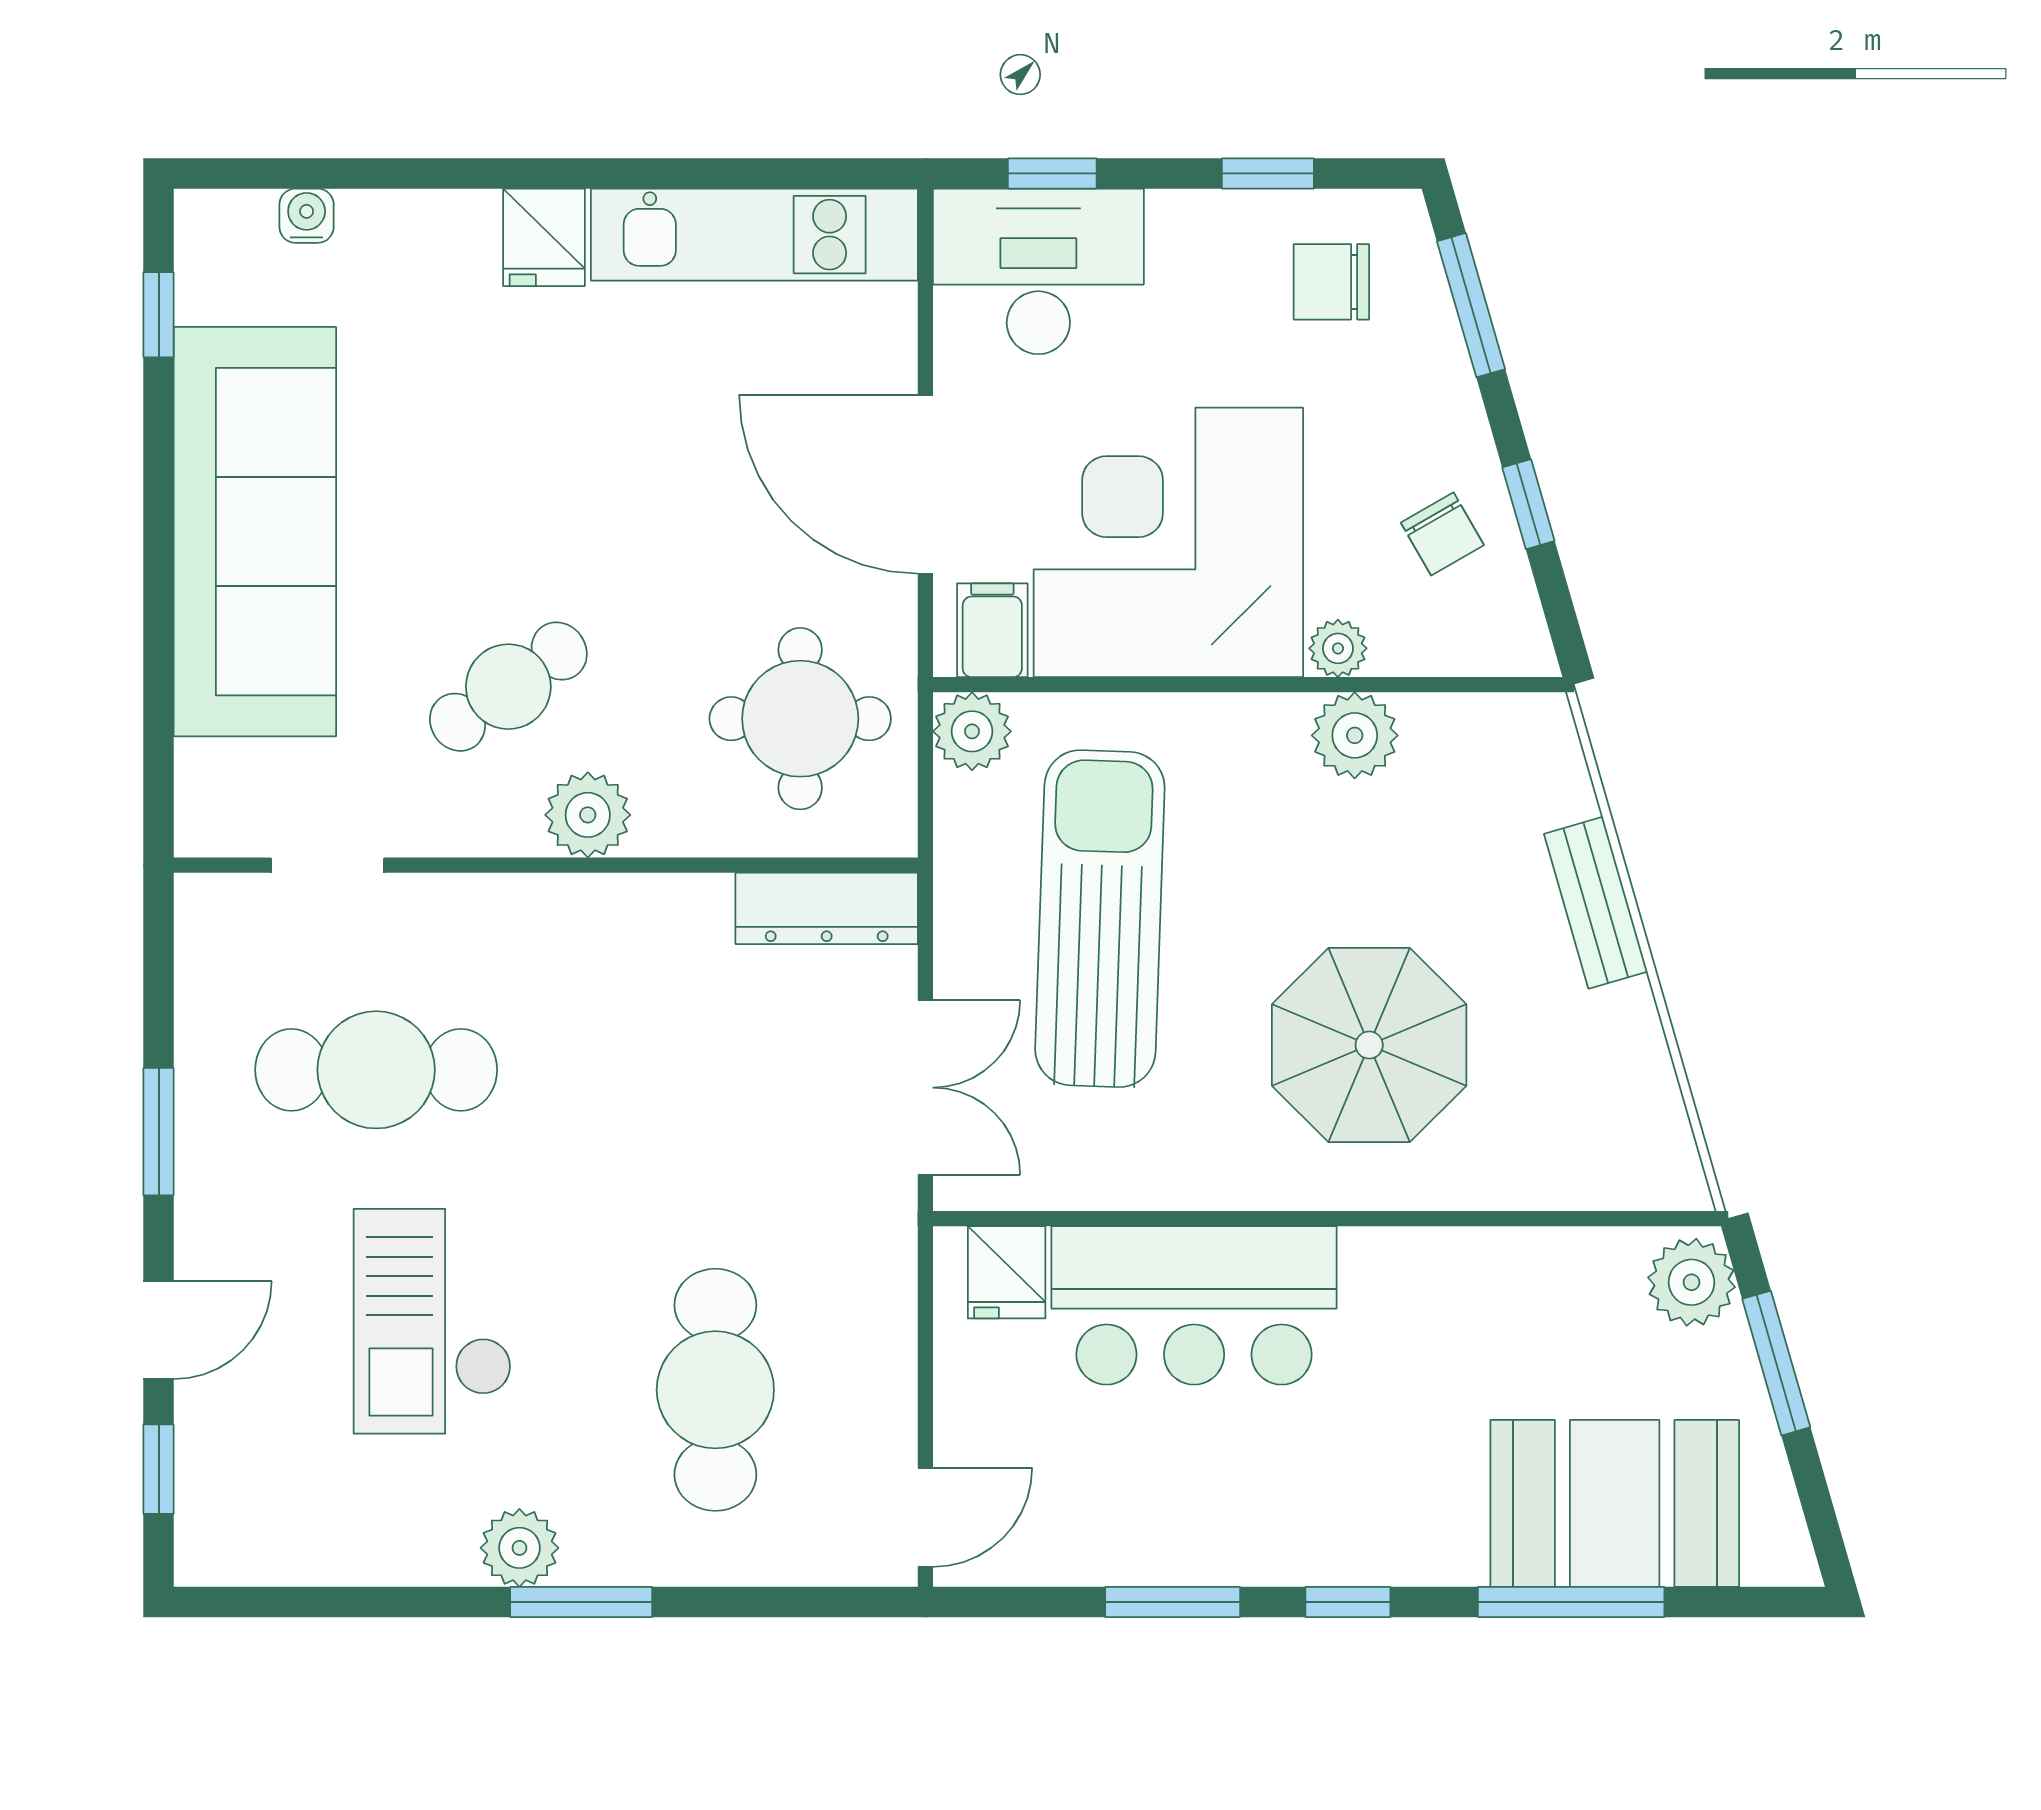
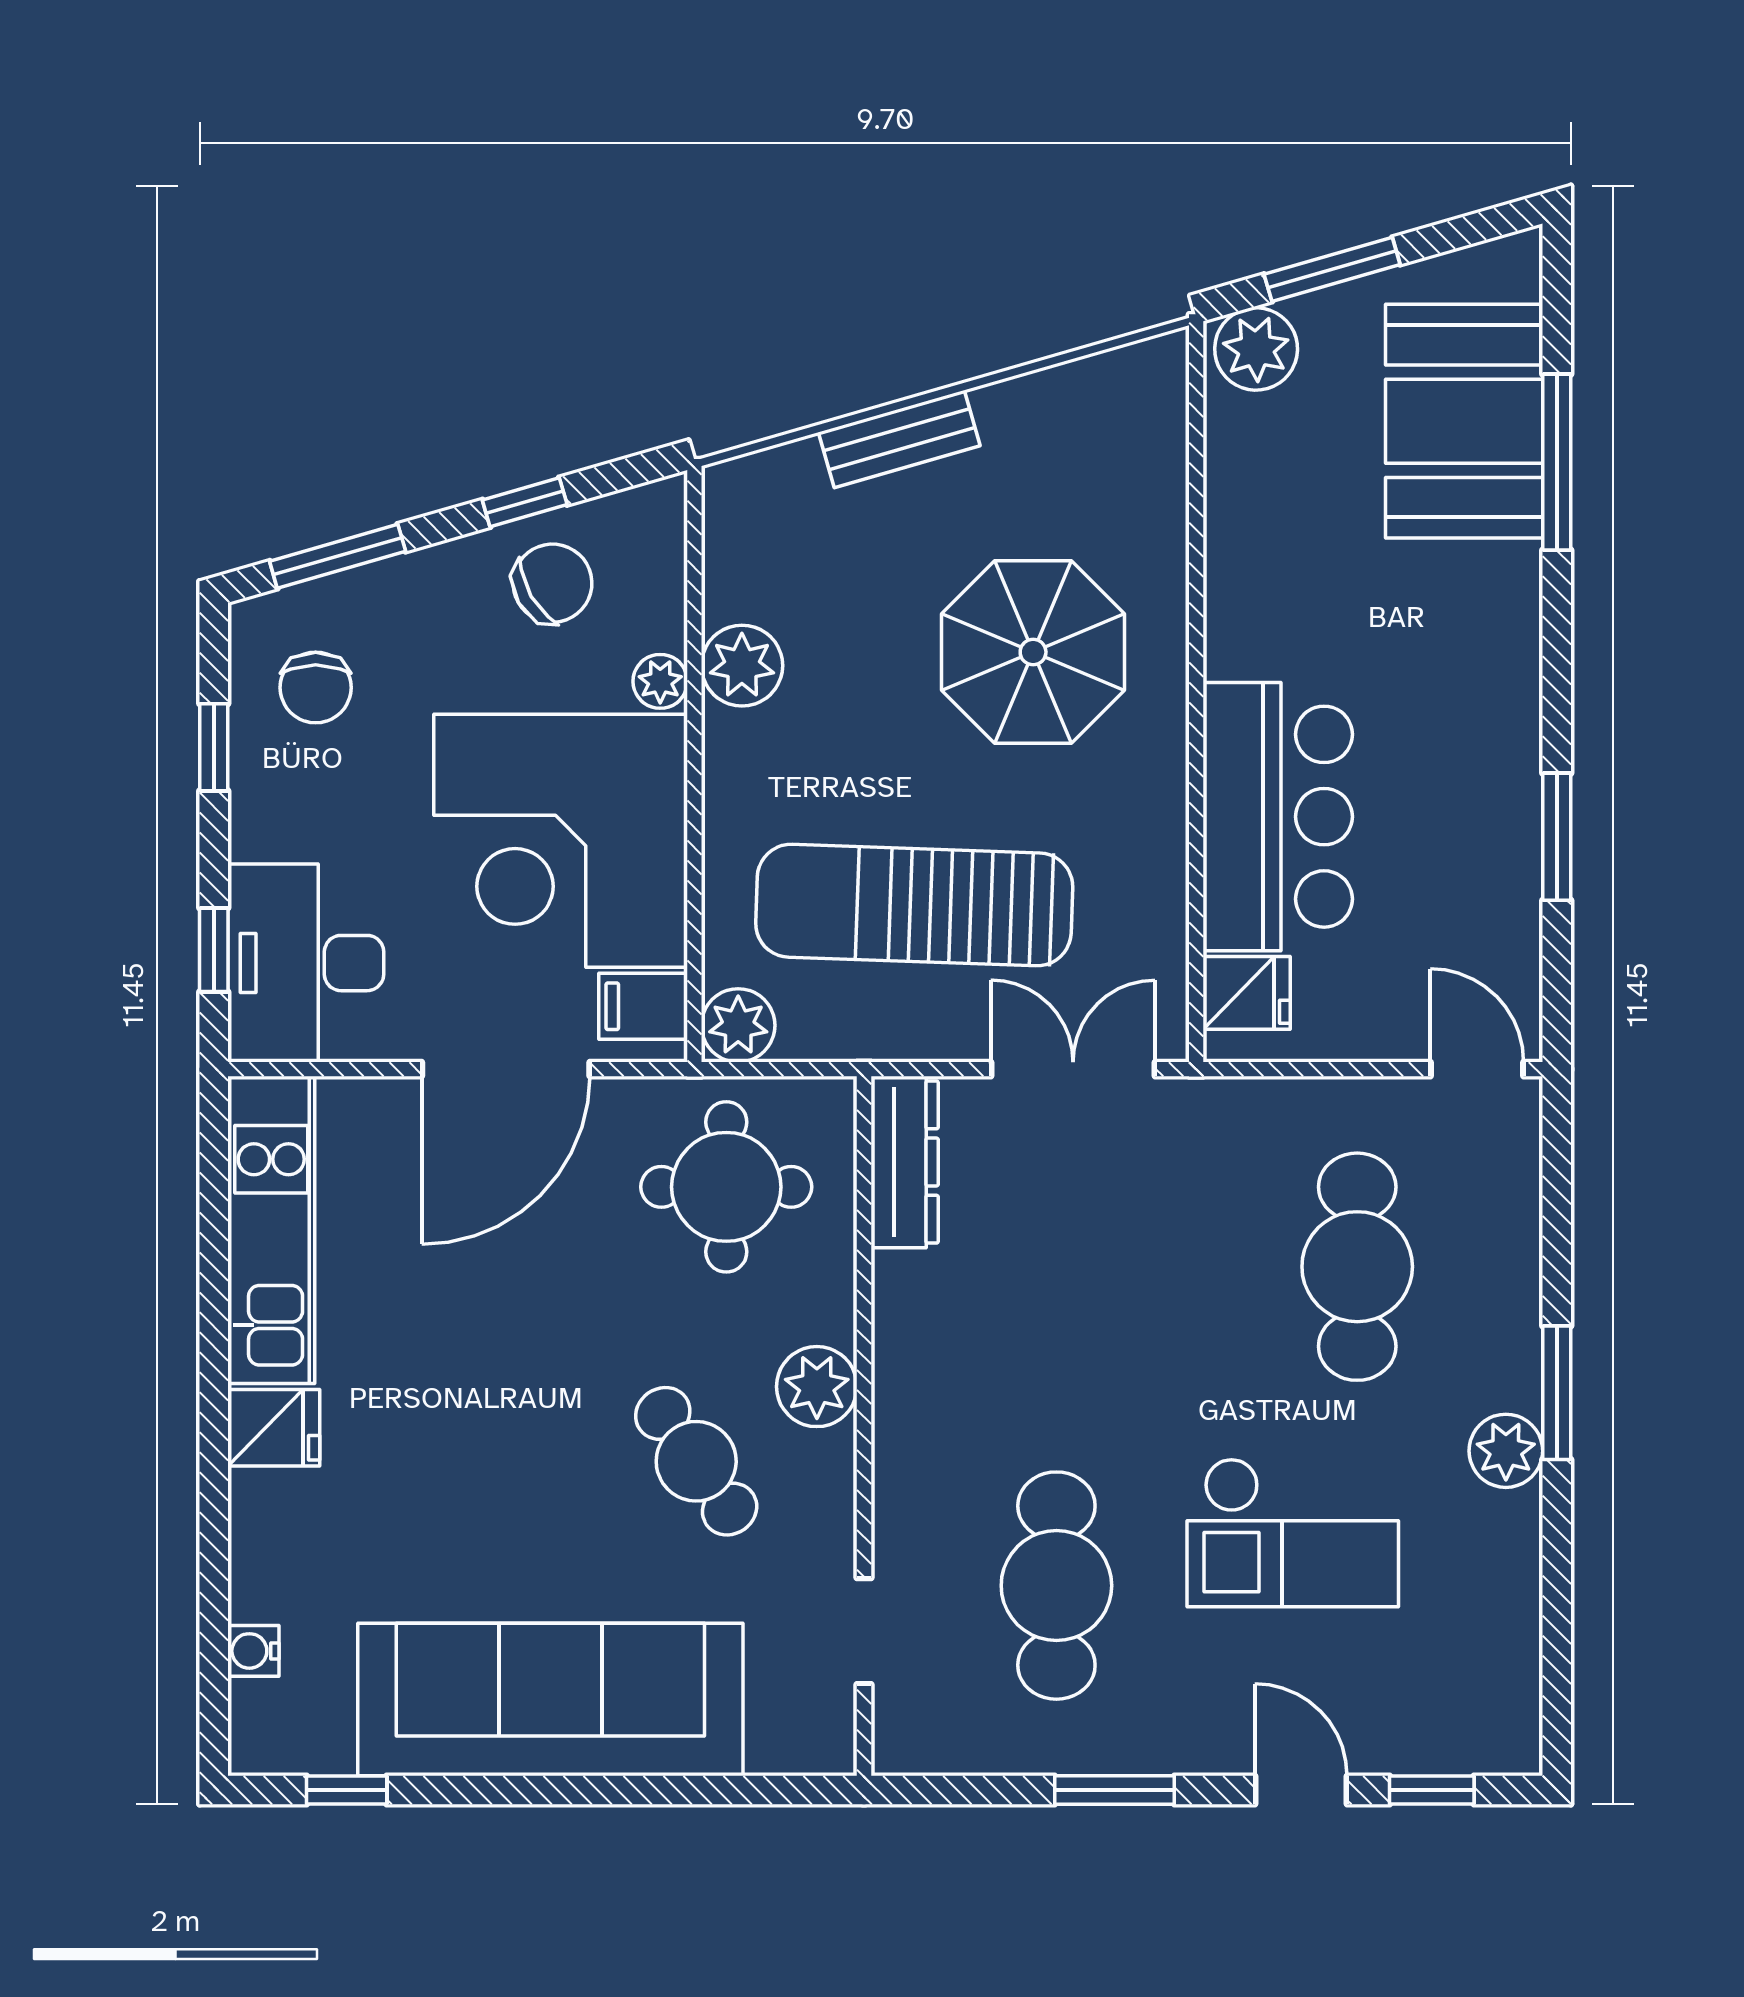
chair: (1442, 534) -> (553, 583), width x1.37, depth x1.37
cafe table: (715, 1390) -> (1357, 1267), turned 90
window: (1348, 1602) -> (1557, 672), removed

